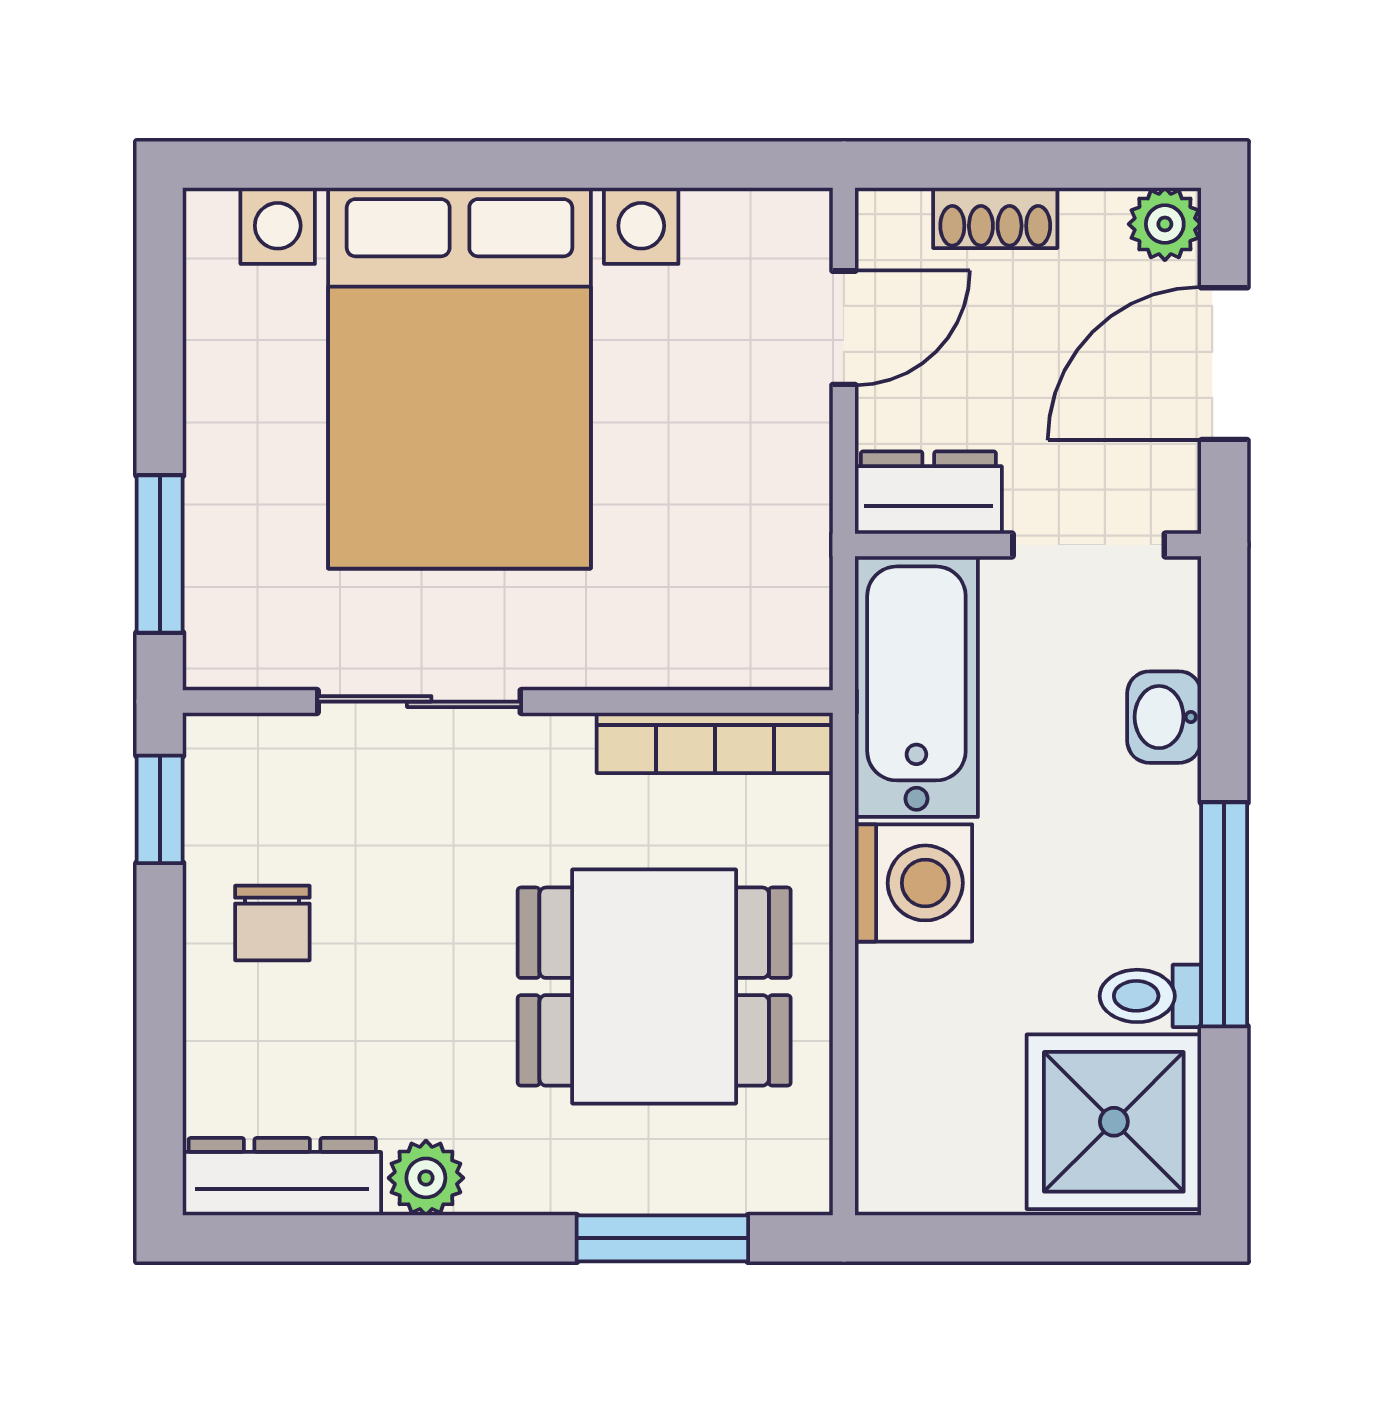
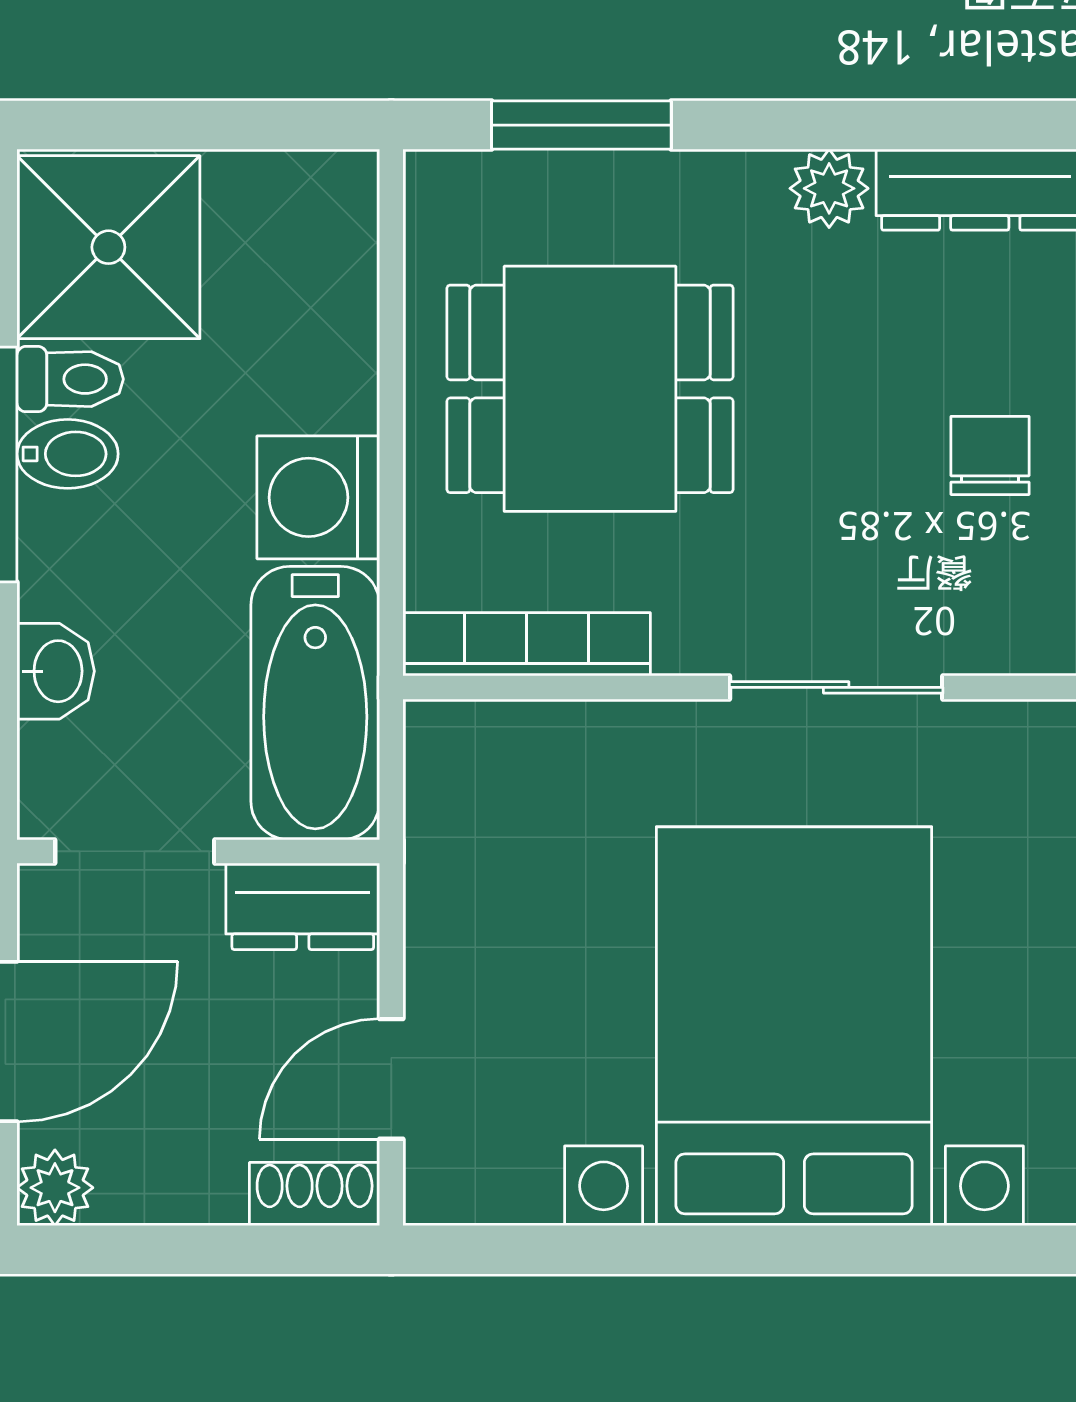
shoe rack: (995, 218) -> (315, 1194), moved
bidet: (1153, 924) -> (68, 454), added

